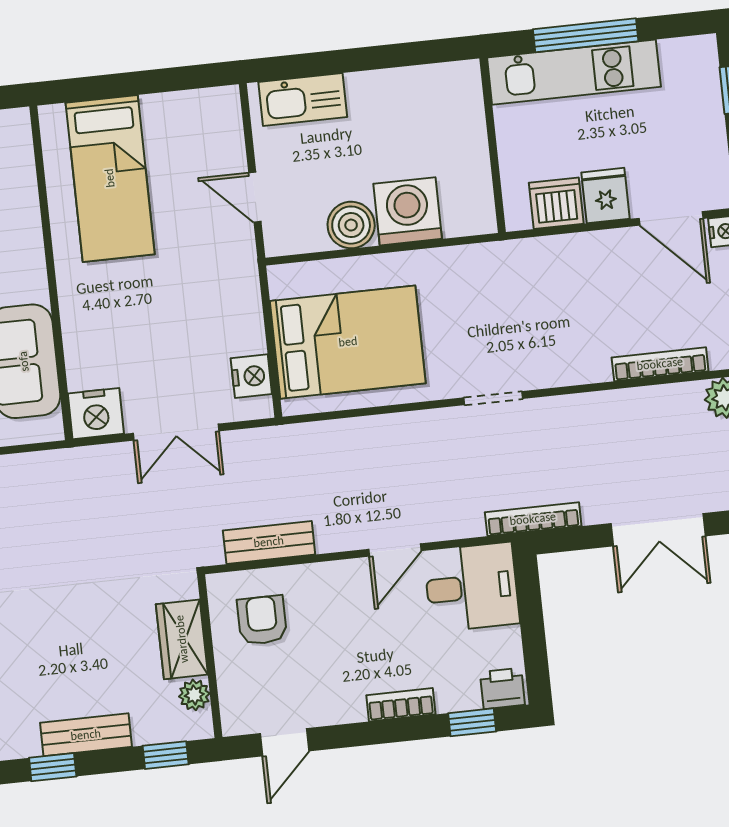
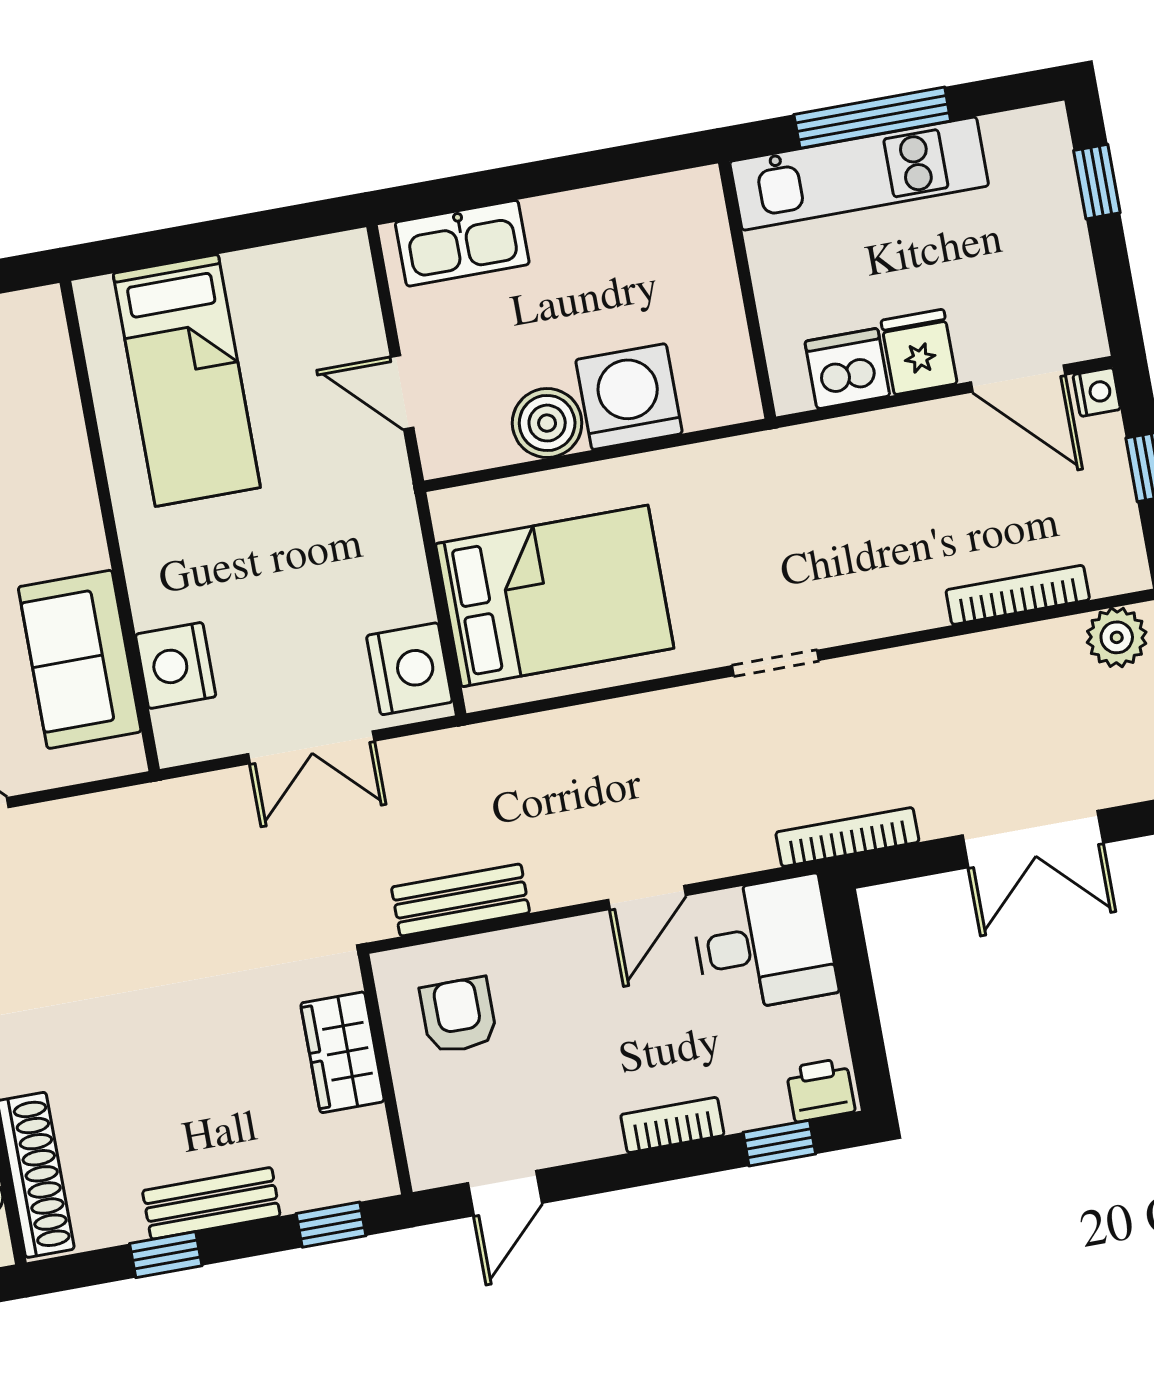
nightstand: (251, 376) -> (409, 669), width x1.36, depth x1.33
nightstand: (96, 414) -> (176, 665), moved, turned 90
plant: (194, 695) -> (367, 1133), removed

